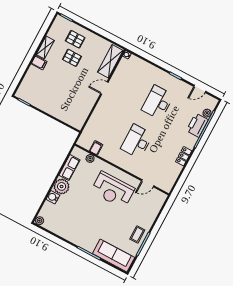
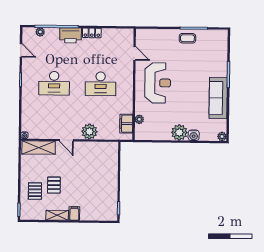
plant: (102, 111) -> (89, 132), added
printer: (197, 125) -> (71, 35), moved
filing cabinet: (96, 148) -> (126, 124), width x2.00
row of seats: (69, 168) -> (158, 134), removed
sofa: (114, 256) -> (218, 98), moved

